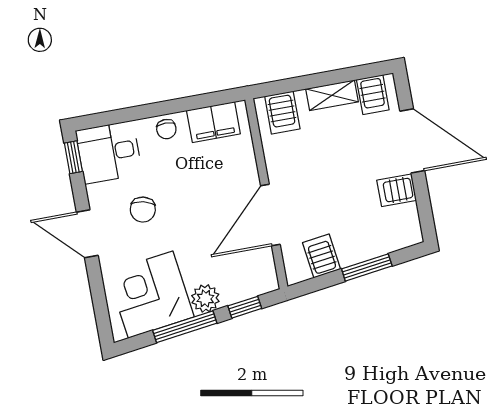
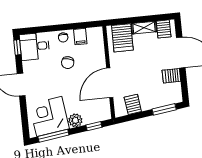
server rack: (282, 113) -> (122, 38), width x1.36, depth x1.44
filing cabinet: (213, 122) -> (80, 37), width x0.50
chair: (143, 210) -> (68, 63), moved
window: (367, 267) -> (164, 109), moved
window: (185, 327) -> (53, 136), moved

